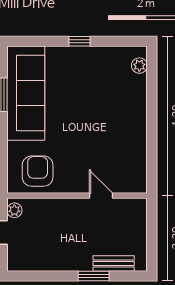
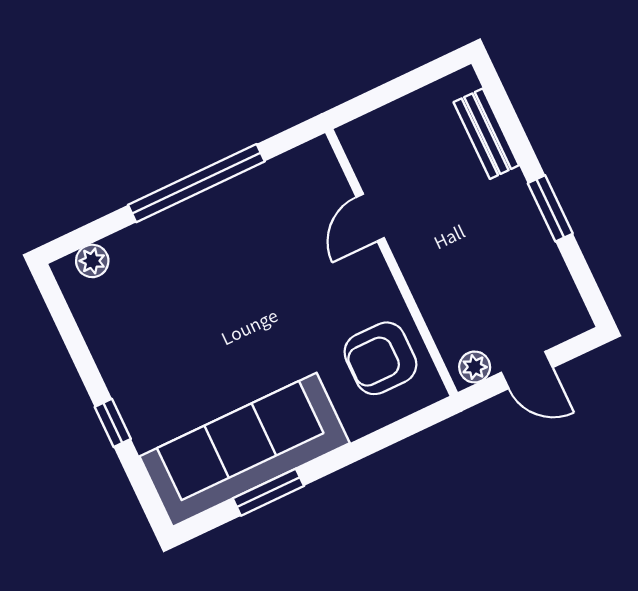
window: (79, 41) -> (113, 423), moved
window: (152, 127) -> (196, 183), added
window: (94, 276) -> (550, 208), moved

